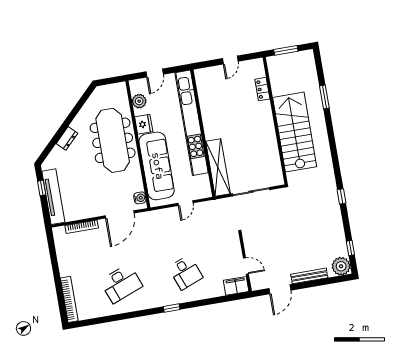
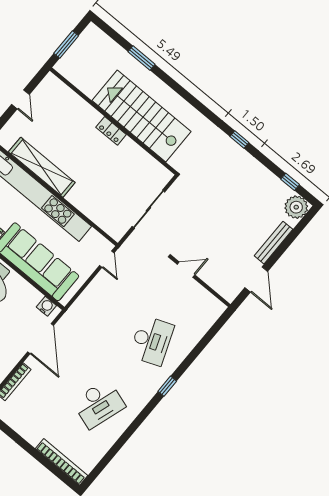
locker: (262, 89) -> (111, 131), moved
shelving: (218, 167) -> (42, 167), moved
door: (186, 203) -> (107, 259), moved
door: (246, 266) -> (186, 270), moved
desk: (186, 272) -> (151, 341), width x1.37
desk: (121, 284) -> (99, 404), turned 39
filing cabinet: (236, 286) -> (211, 312), removed

